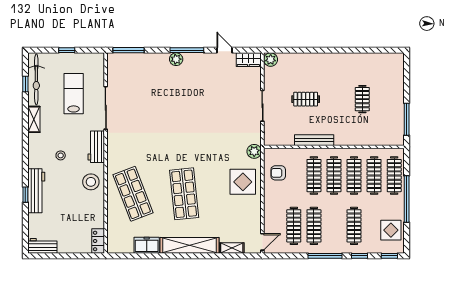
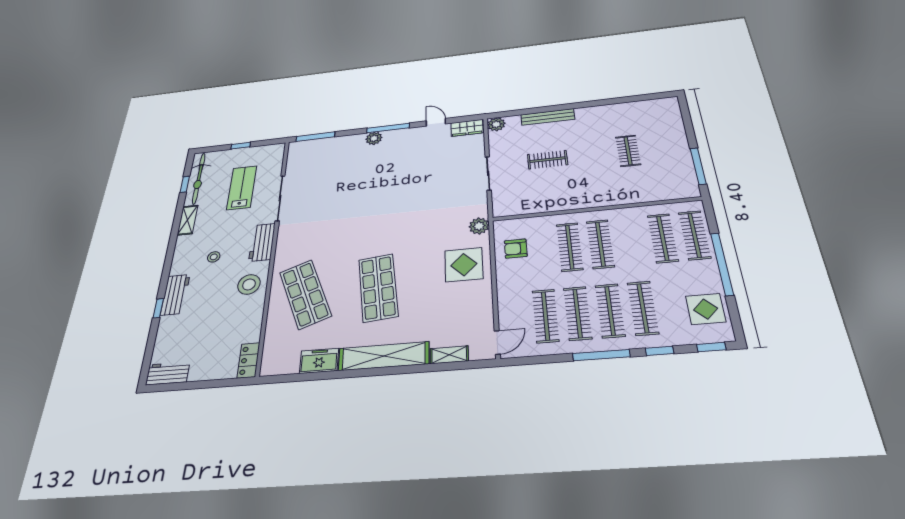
bench: (314, 140) -> (548, 117), moved
clothes rail: (354, 176) -> (610, 311), moved
workbench: (36, 191) -> (175, 295), width x0.73

